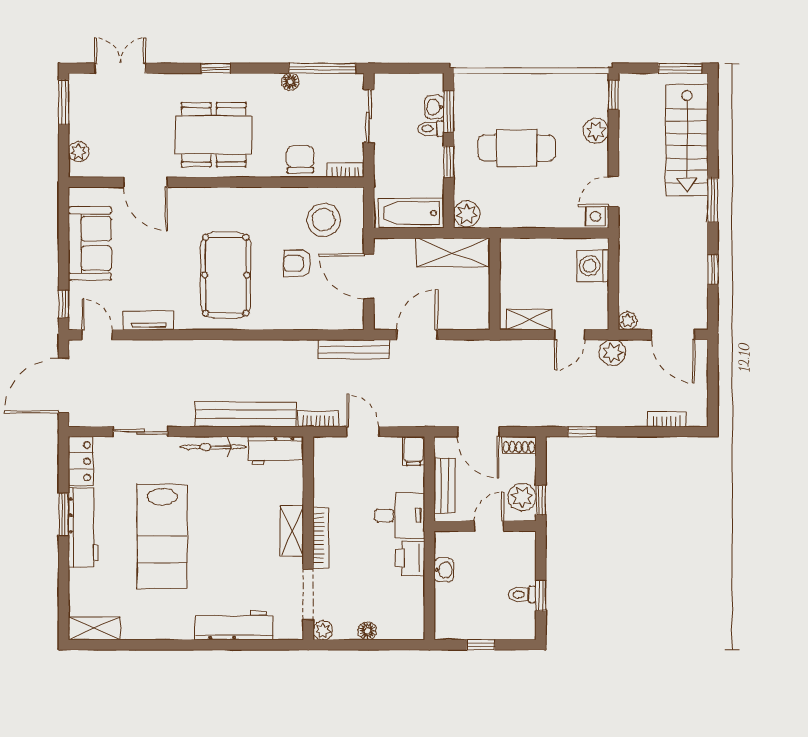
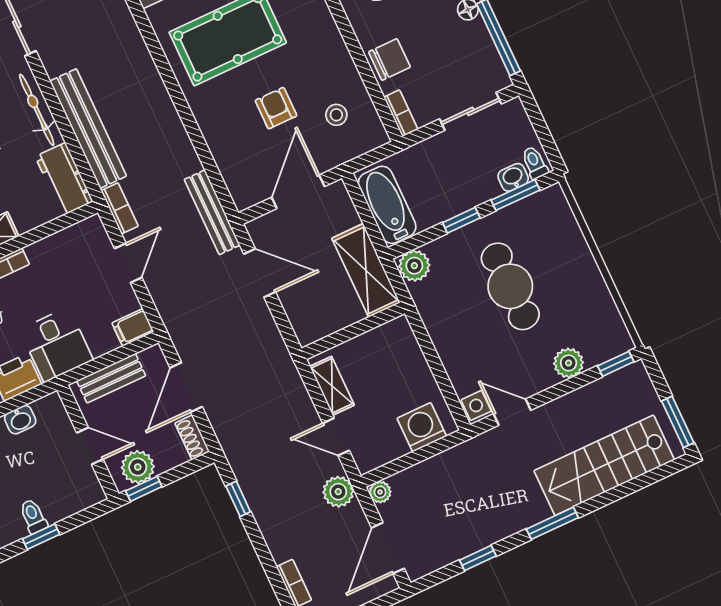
toilet: (431, 129) -> (535, 163), moved
stool: (324, 220) -> (336, 115), width x0.53, depth x0.53

